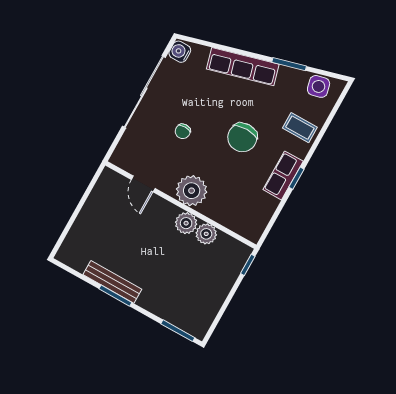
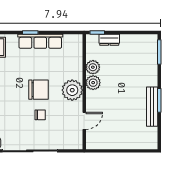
chair: (242, 137) -> (39, 90), moved
row of seats: (283, 175) -> (40, 41), width x1.48
dresser: (230, 275) -> (109, 40), added

